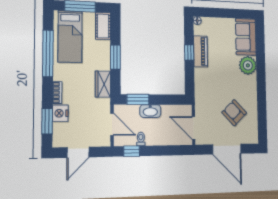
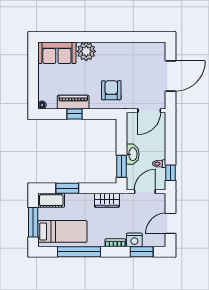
window: (115, 57) -> (67, 188), moved
armchair: (234, 113) -> (111, 90), moved, turned 134
door: (78, 152) -> (171, 223), swing flipped

